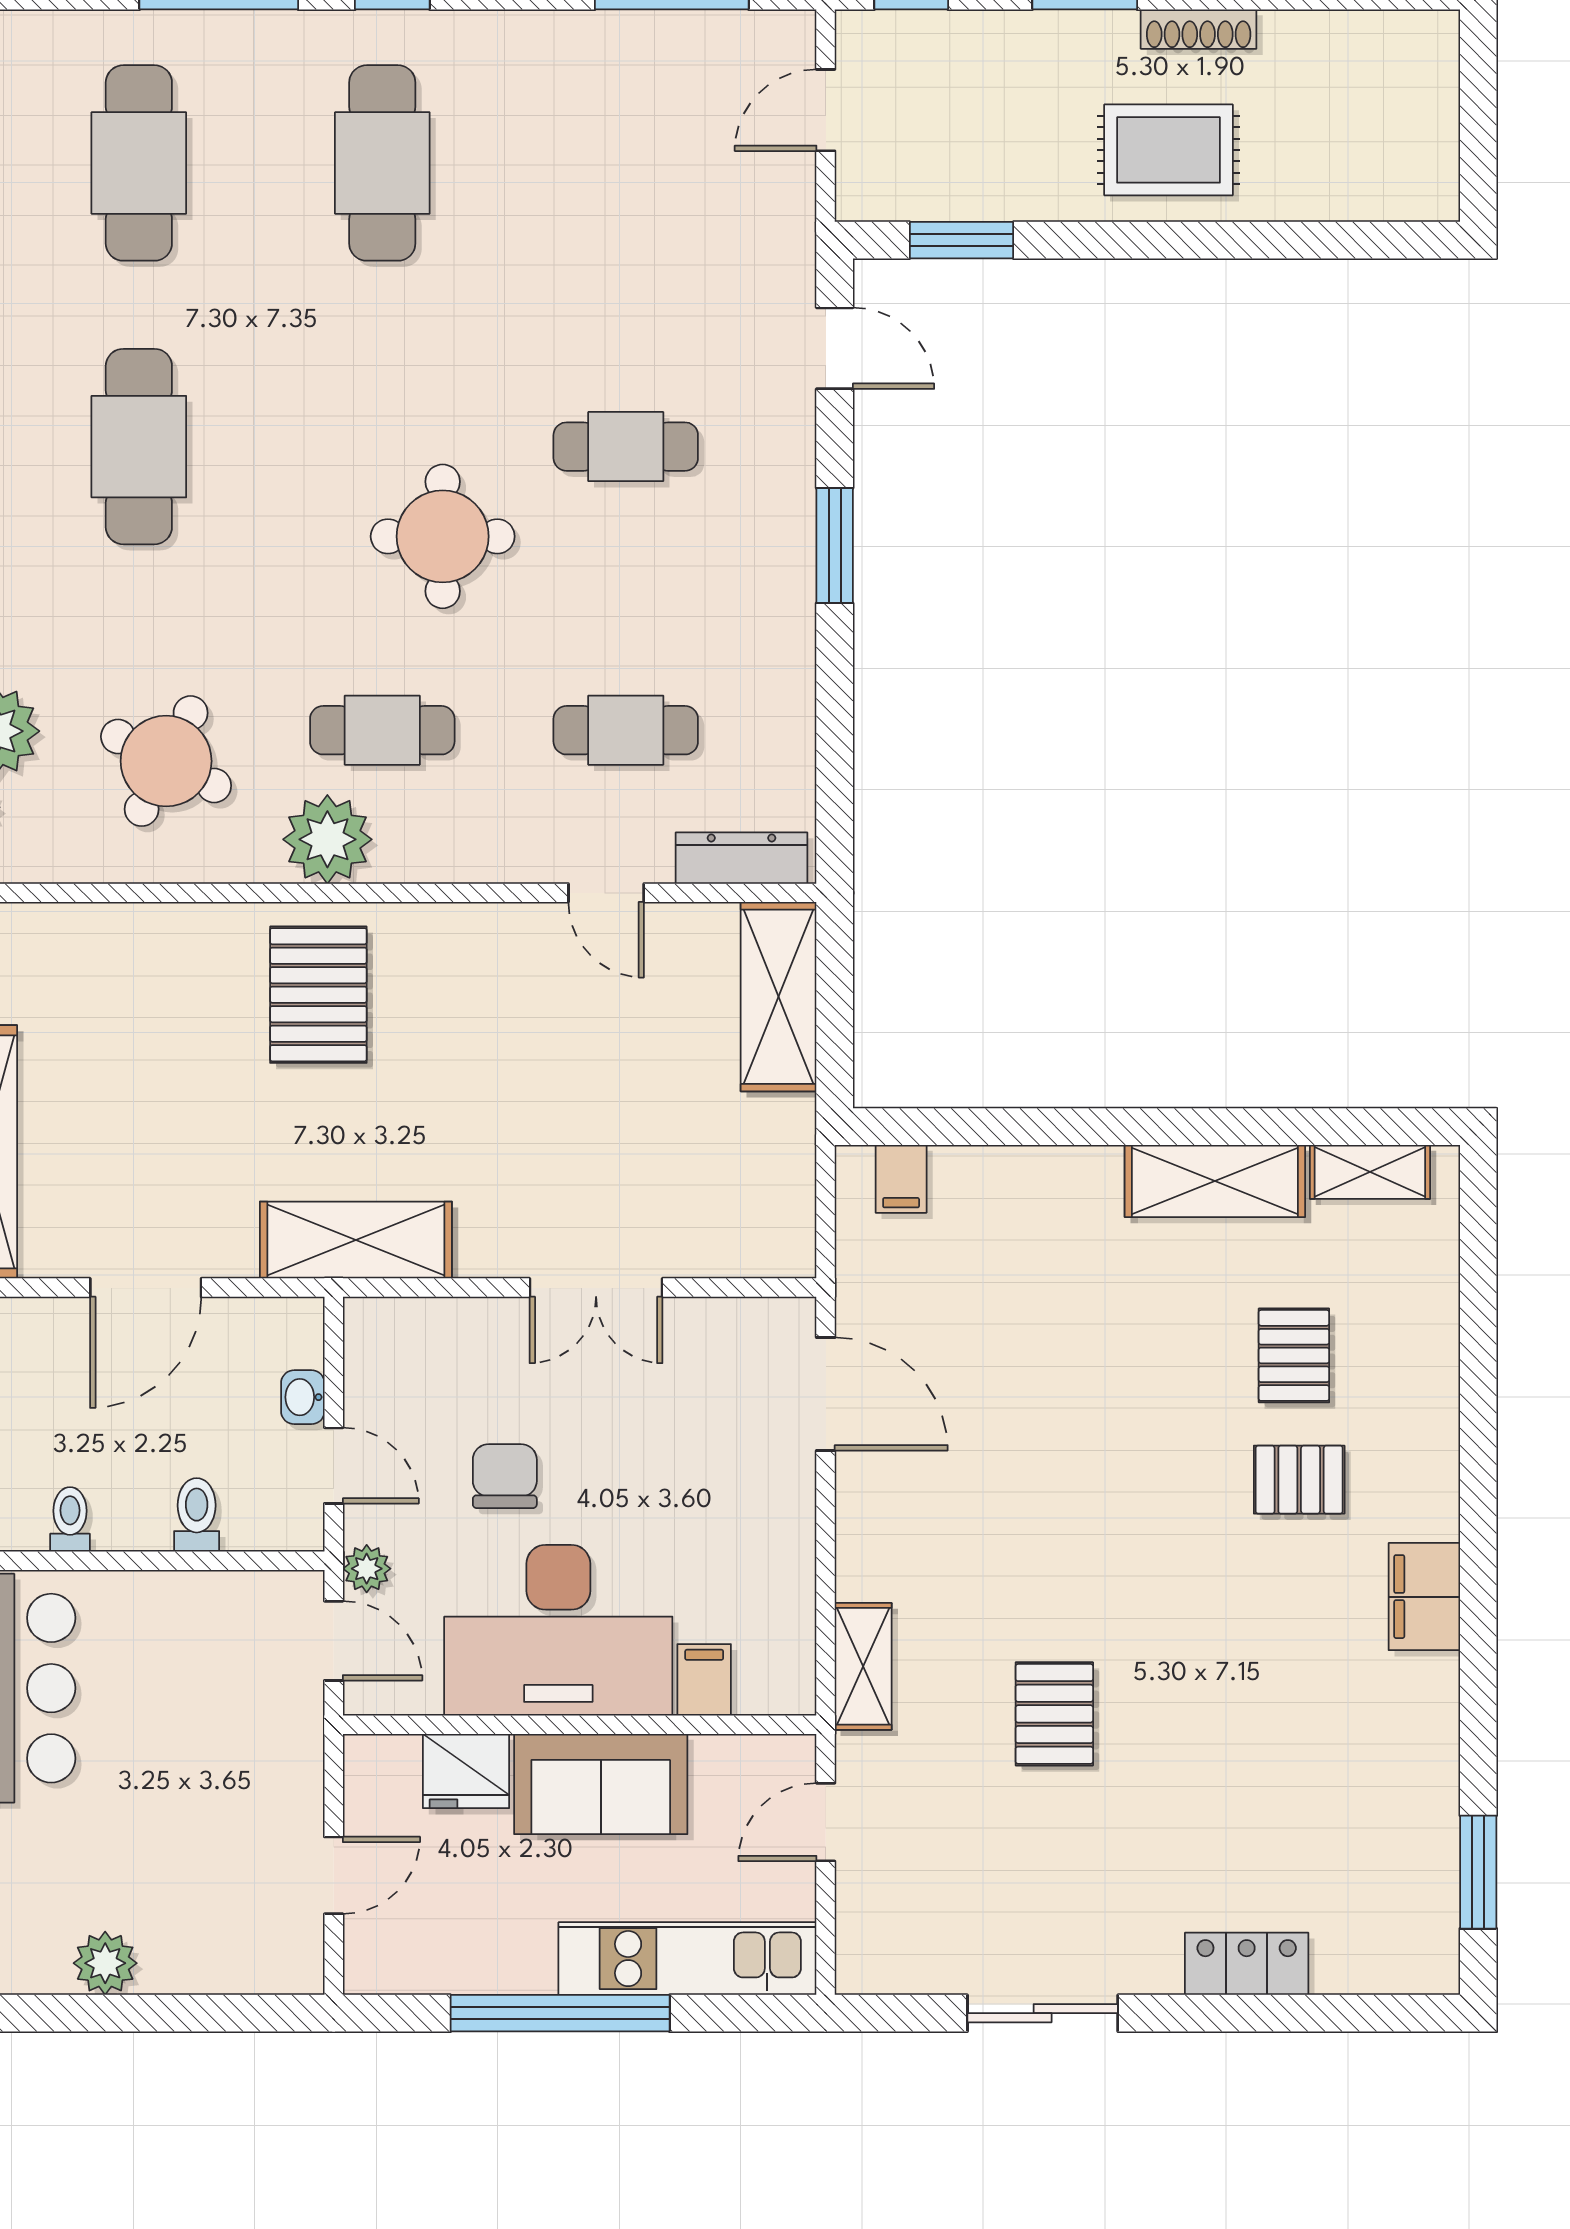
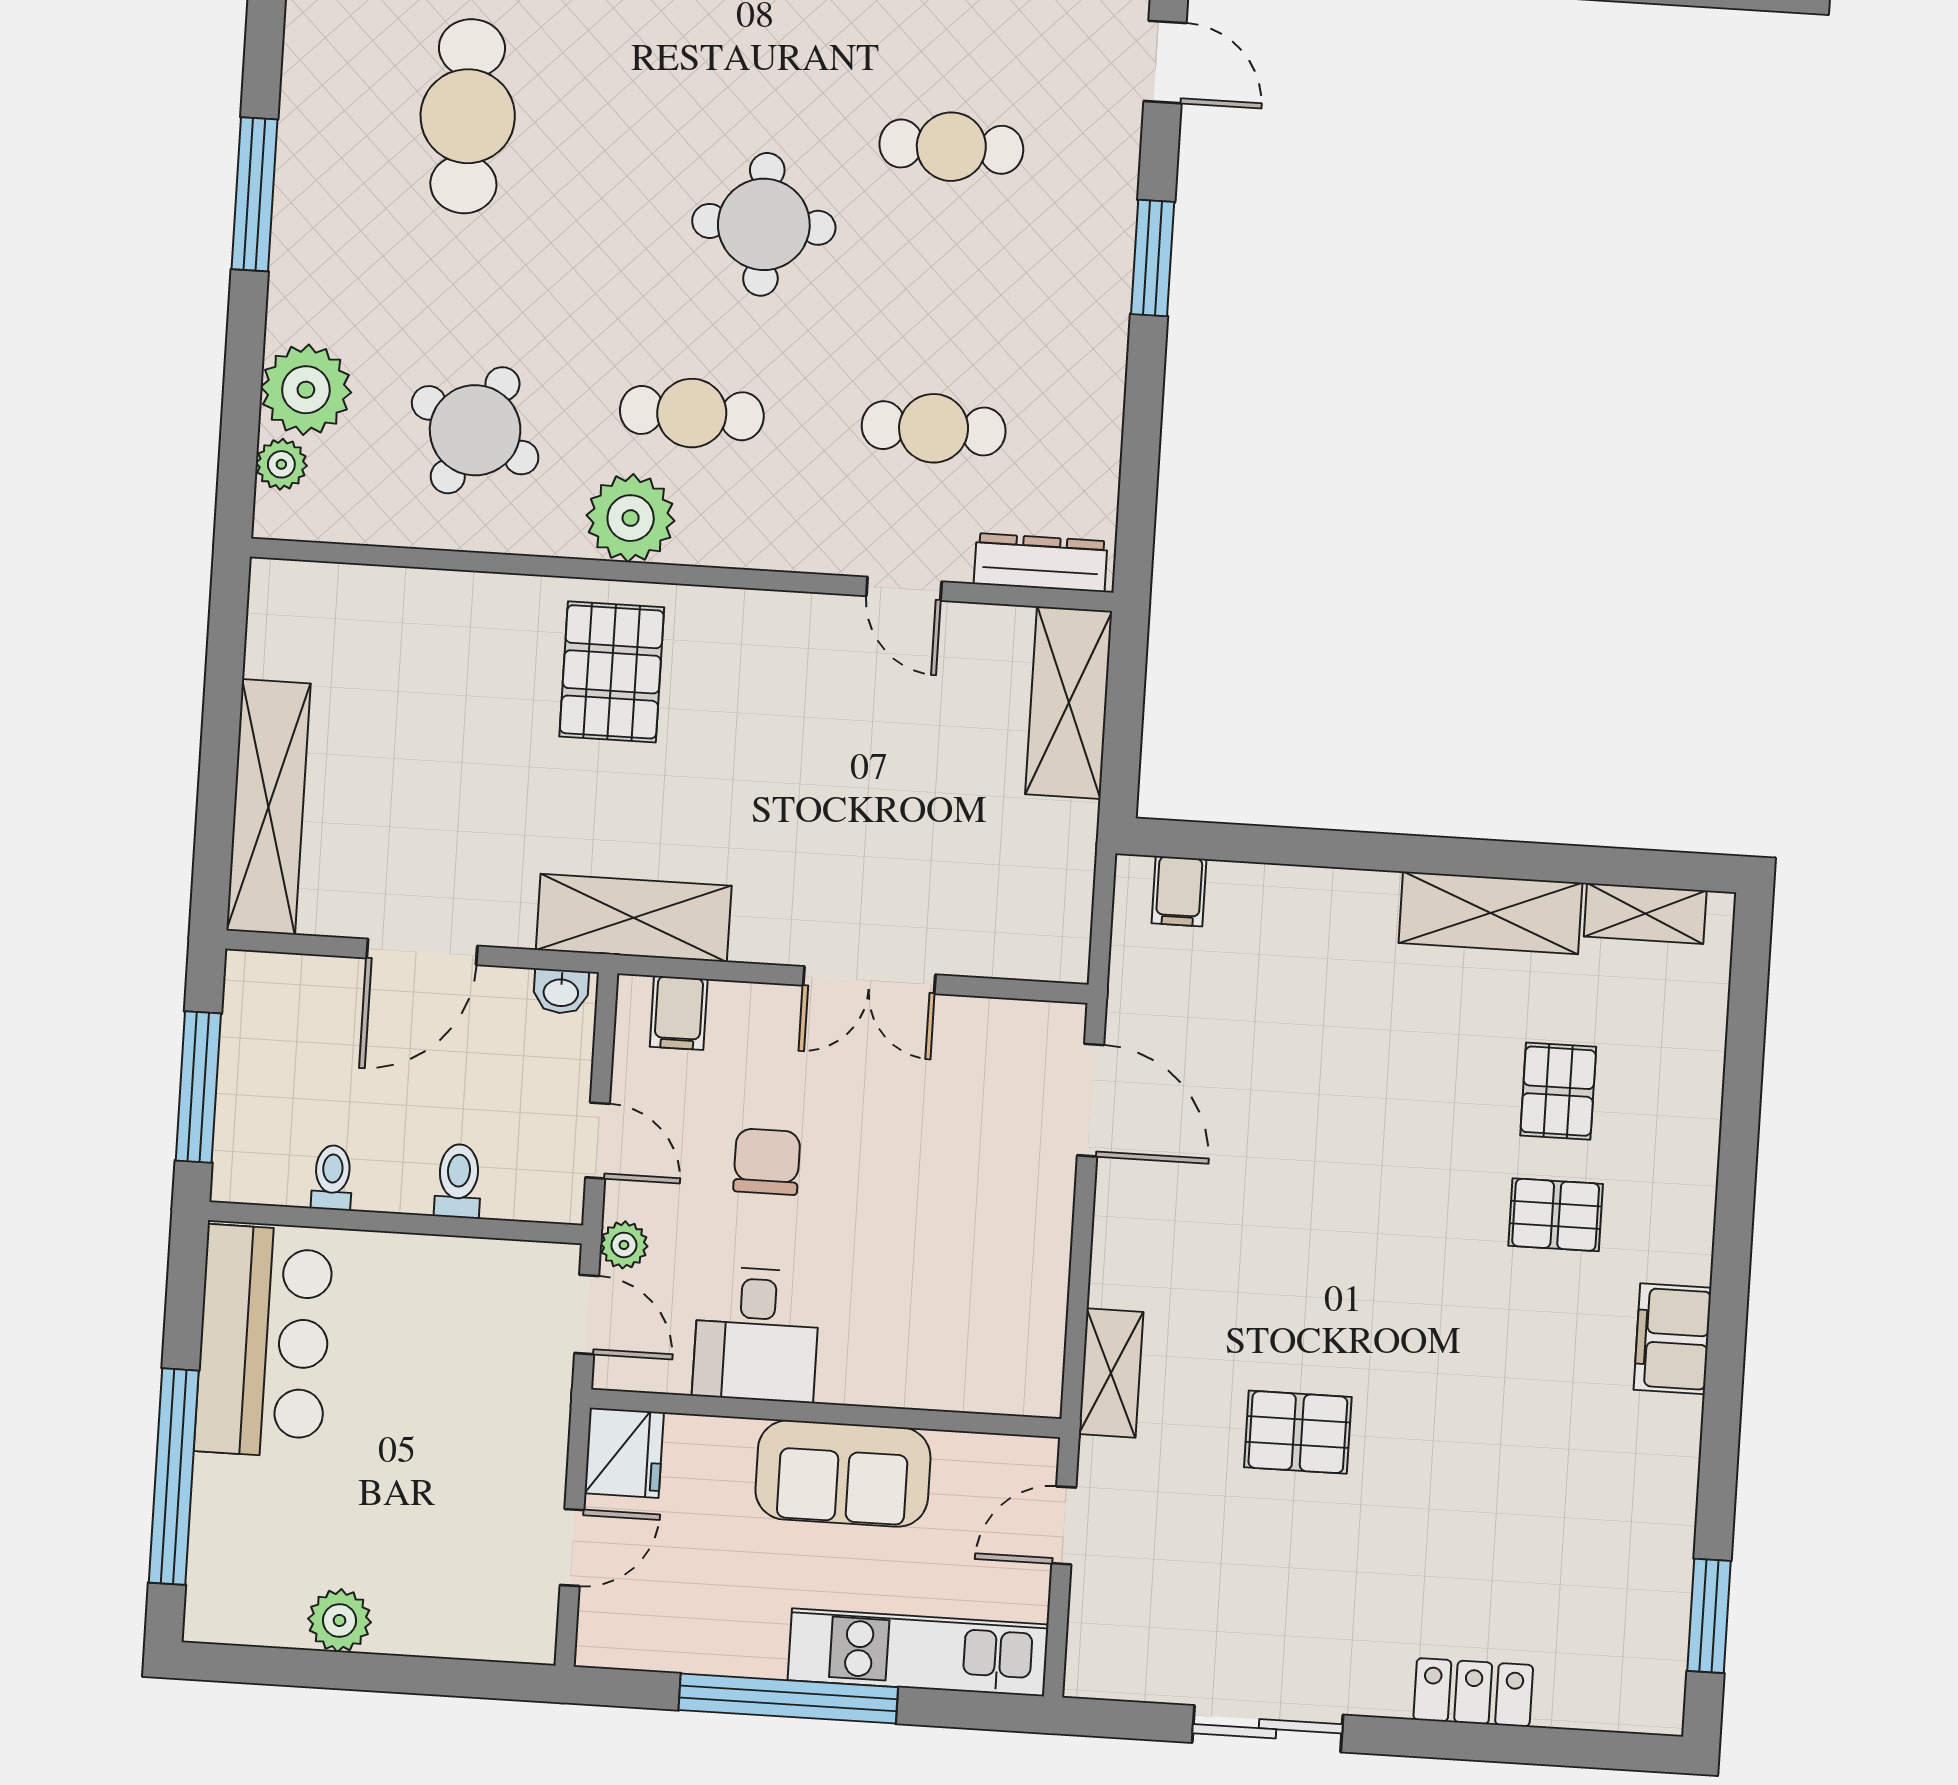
washbasin: (303, 1397) -> (561, 991), moved, turned -90
desk: (558, 1630) -> (756, 1334), width x0.53, depth x0.77
filing cabinet: (704, 1680) -> (679, 1013), moved, turned 180
pallet: (1054, 1714) -> (1298, 1432), turned 90
fridge: (466, 1771) -> (624, 1453), moved, turned -90

